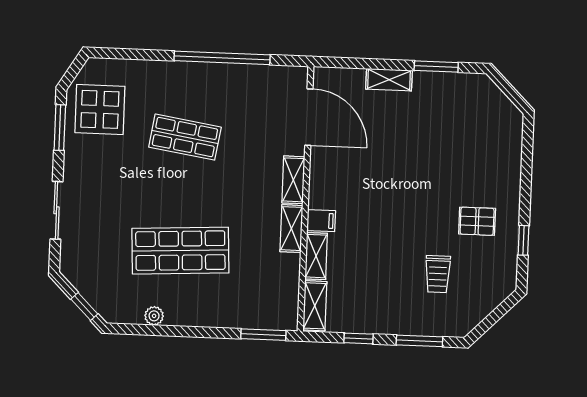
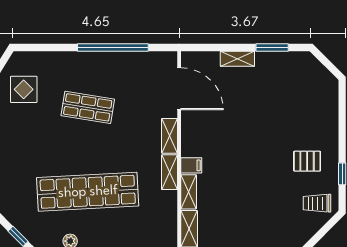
display table: (100, 109) -> (24, 89), width x0.73, depth x0.73
shop shelf: (180, 251) -> (88, 192), width x1.40
trolley: (438, 274) -> (317, 203), moved, turned 90

